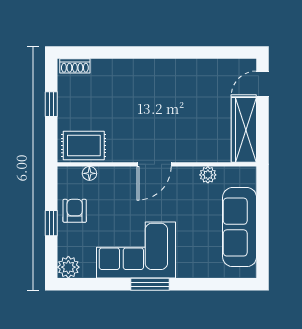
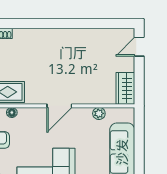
wardrobe: (244, 130) -> (125, 88), width x0.67

